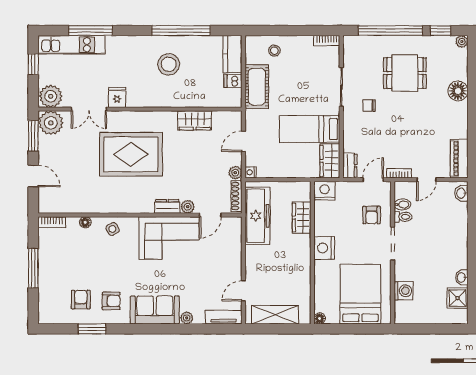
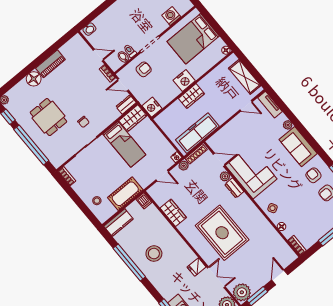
dishwasher: (233, 81) -> (144, 201), moved
piano: (459, 159) -> (50, 64), moved
wardrobe: (302, 218) -> (191, 96), moved

